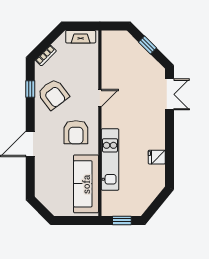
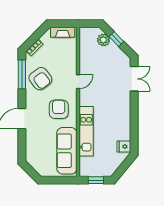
plant: (131, 46) -> (103, 40), added
window: (30, 89) -> (22, 74), width x2.17
armchair: (76, 132) -> (59, 109), turned 180
fridge: (157, 157) -> (124, 146), moved

